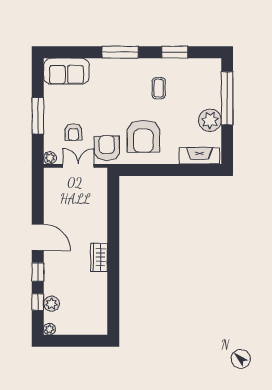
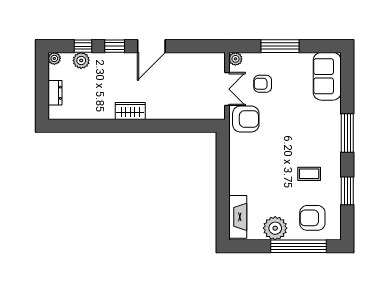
armchair: (143, 136) -> (312, 218), moved, width x0.73, depth x0.73
dresser: (82, 328) -> (55, 93), added

